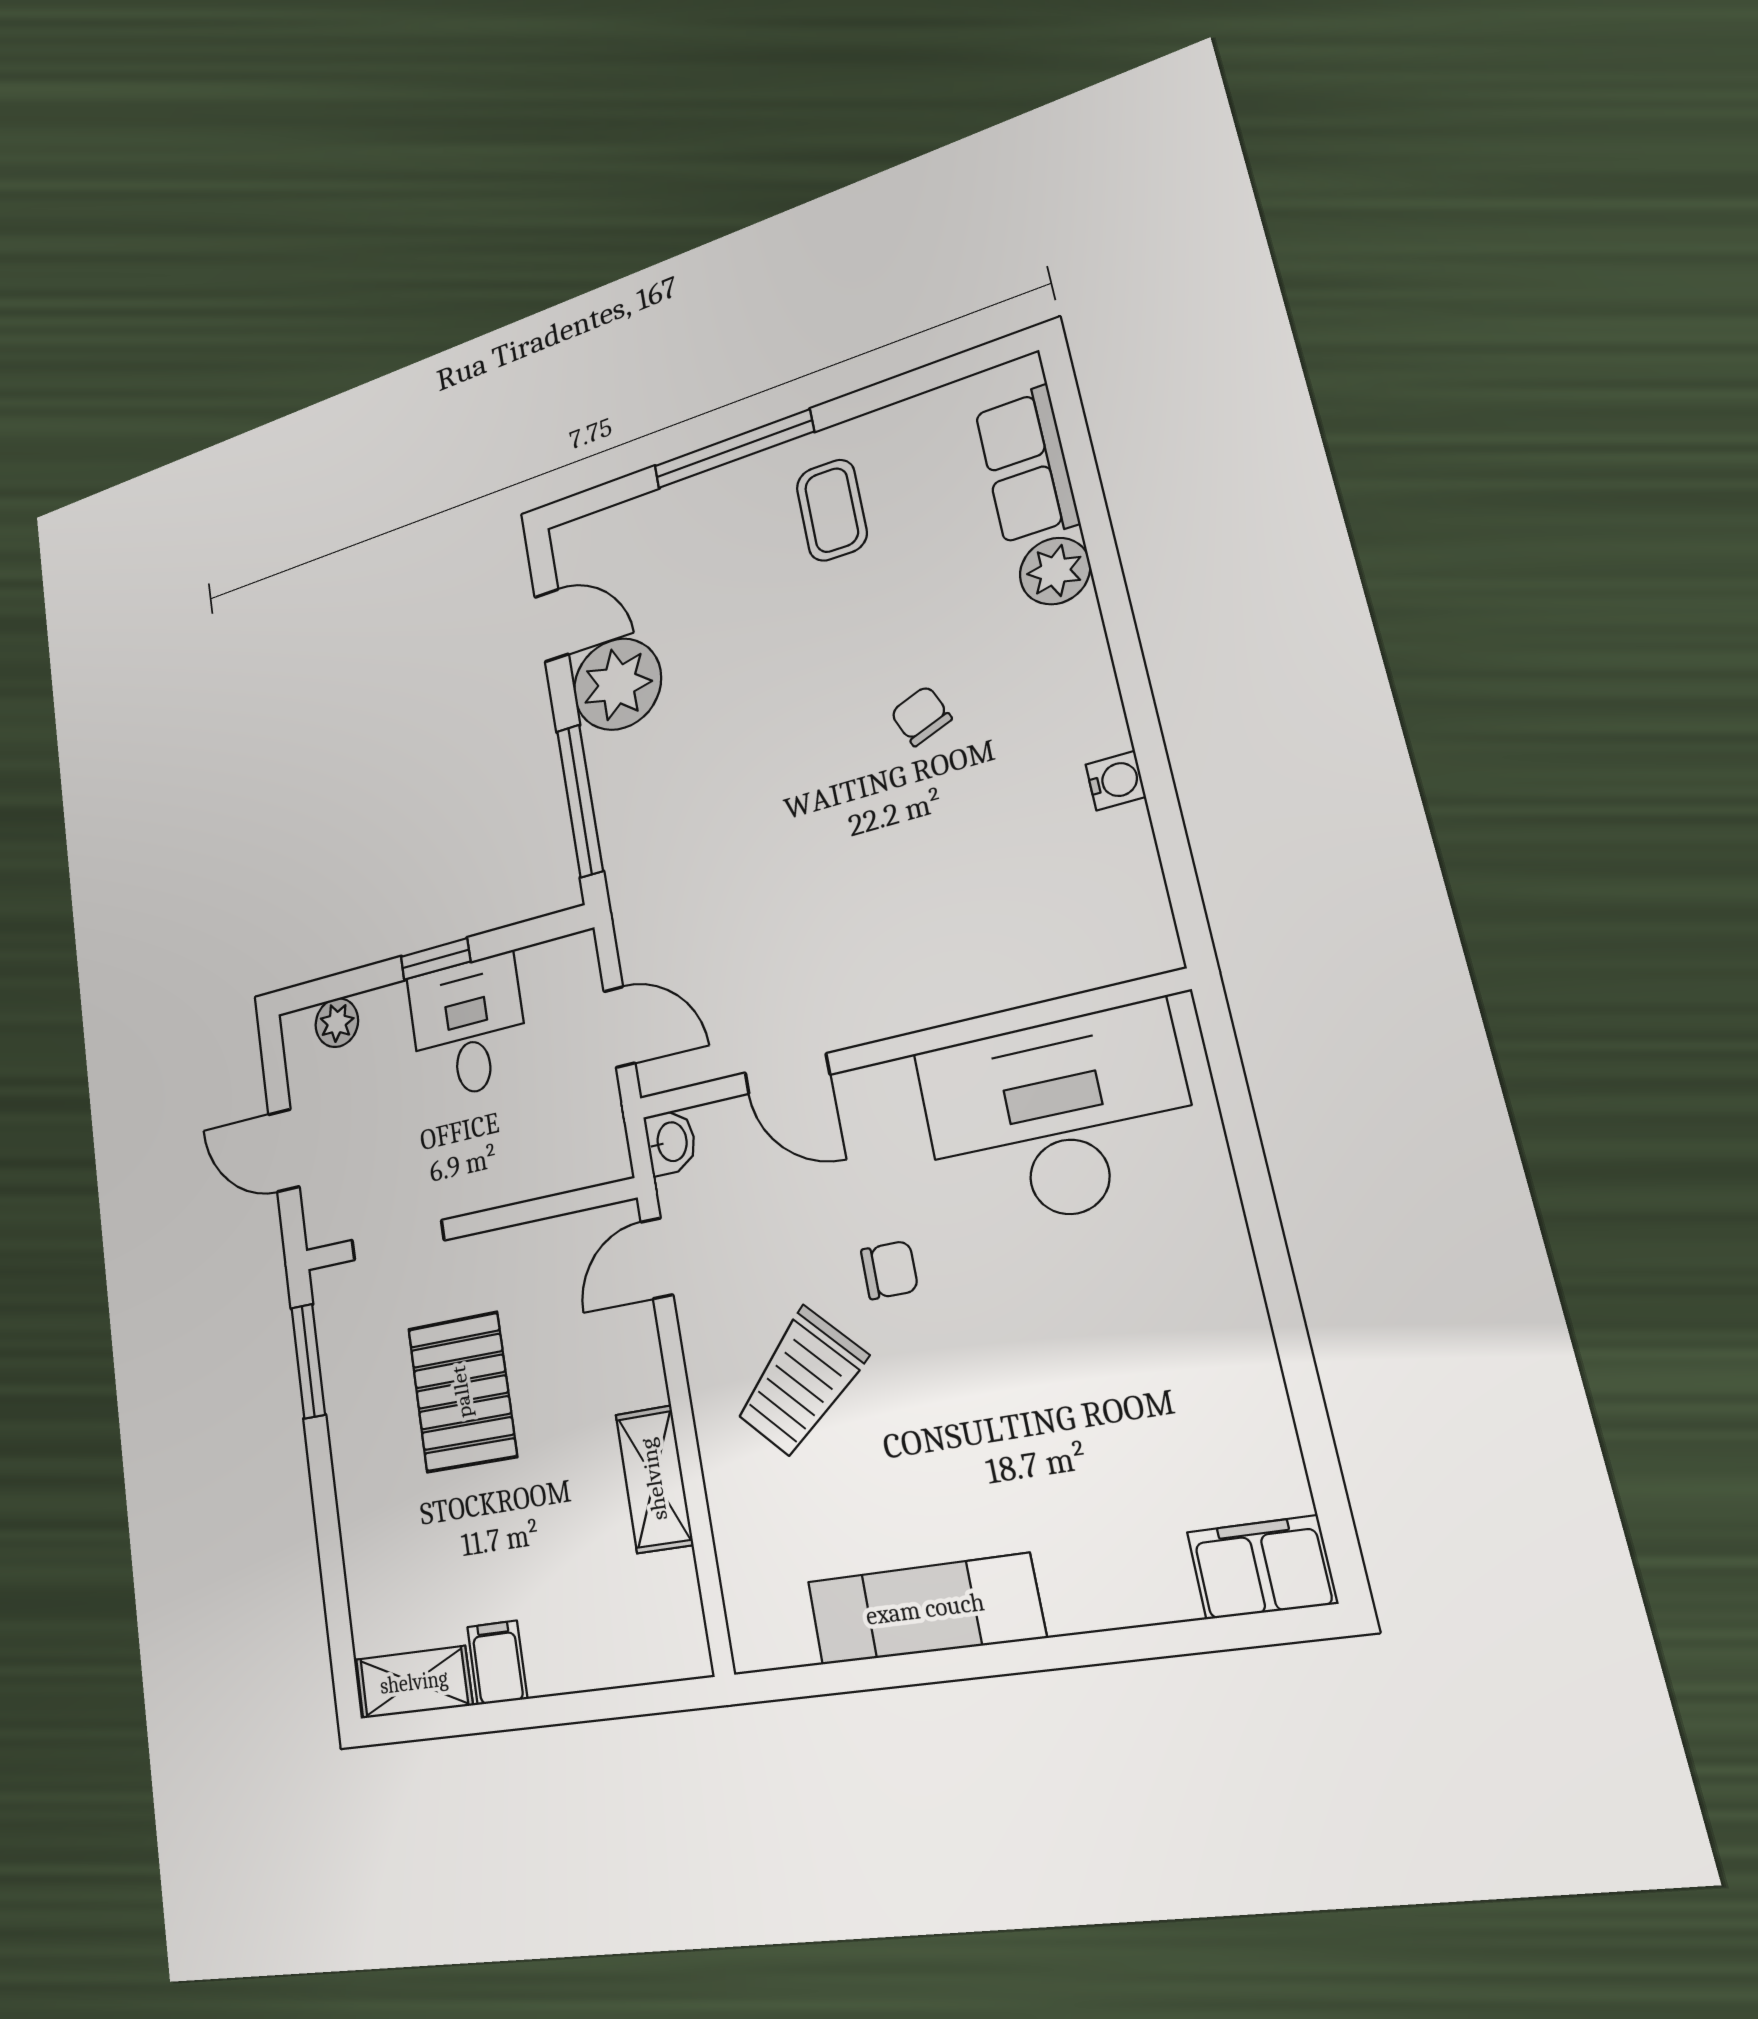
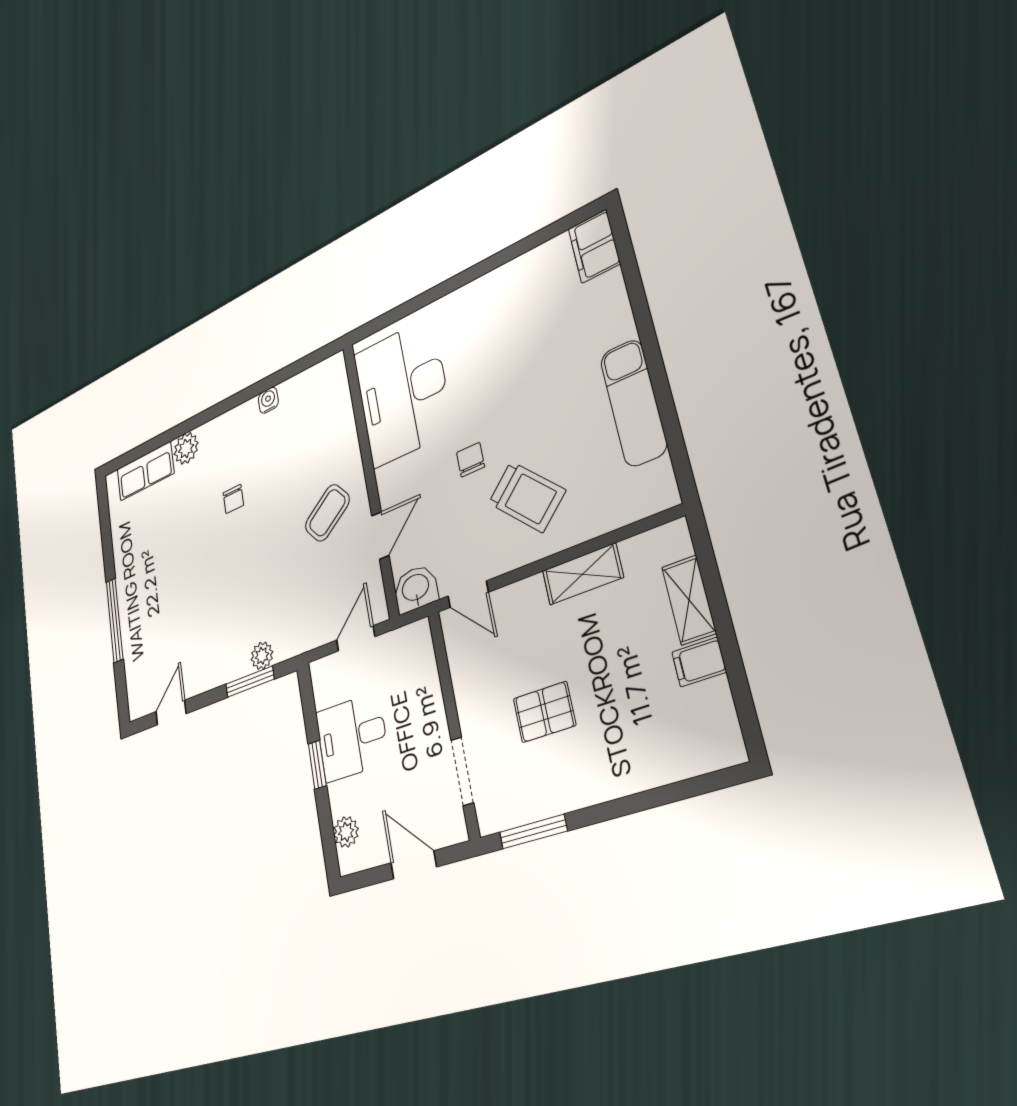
coffee table: (832, 510) -> (327, 513), moved, turned -37
plant: (617, 684) -> (262, 656), moved, width x0.53, depth x0.53
chair: (921, 716) -> (233, 499), turned -68
window: (580, 801) -> (250, 682), width x0.69
washbasin: (671, 1142) -> (416, 589), width x1.38, depth x1.45
door: (284, 1150) -> (414, 865), swing flipped
pallet: (462, 1392) -> (544, 712), width x0.67, depth x0.71
shelving: (414, 1682) -> (689, 600), moved

